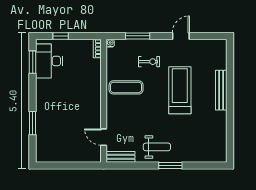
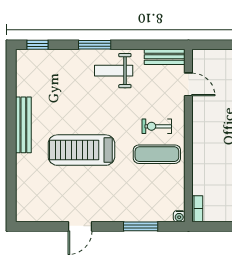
exercise bike: (149, 62) -> (157, 126), moved
treadmill: (180, 90) -> (81, 150), turned 90
bench: (221, 90) -> (23, 125), moved
window: (211, 165) -> (37, 45), added

